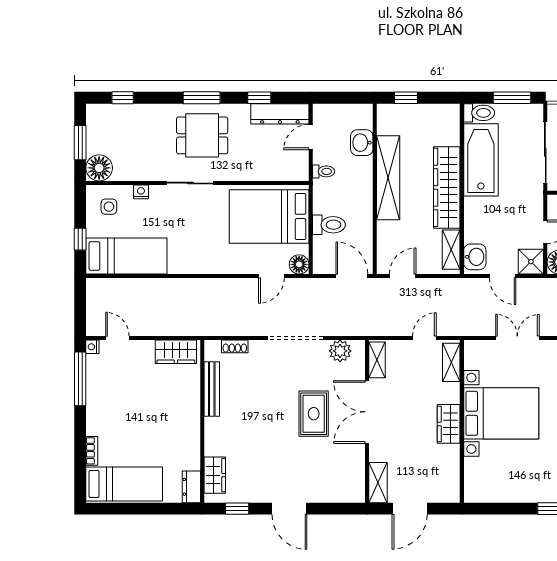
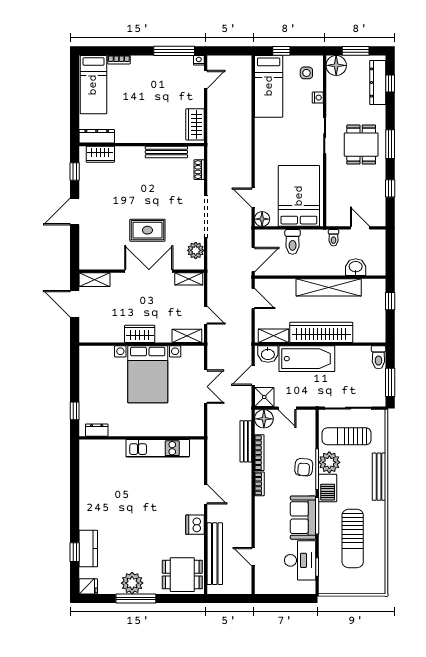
dresser: (280, 114) -> (378, 82), moved
bathtub: (481, 160) -> (307, 359), moved
dresser: (191, 487) -> (97, 136), width x1.44

